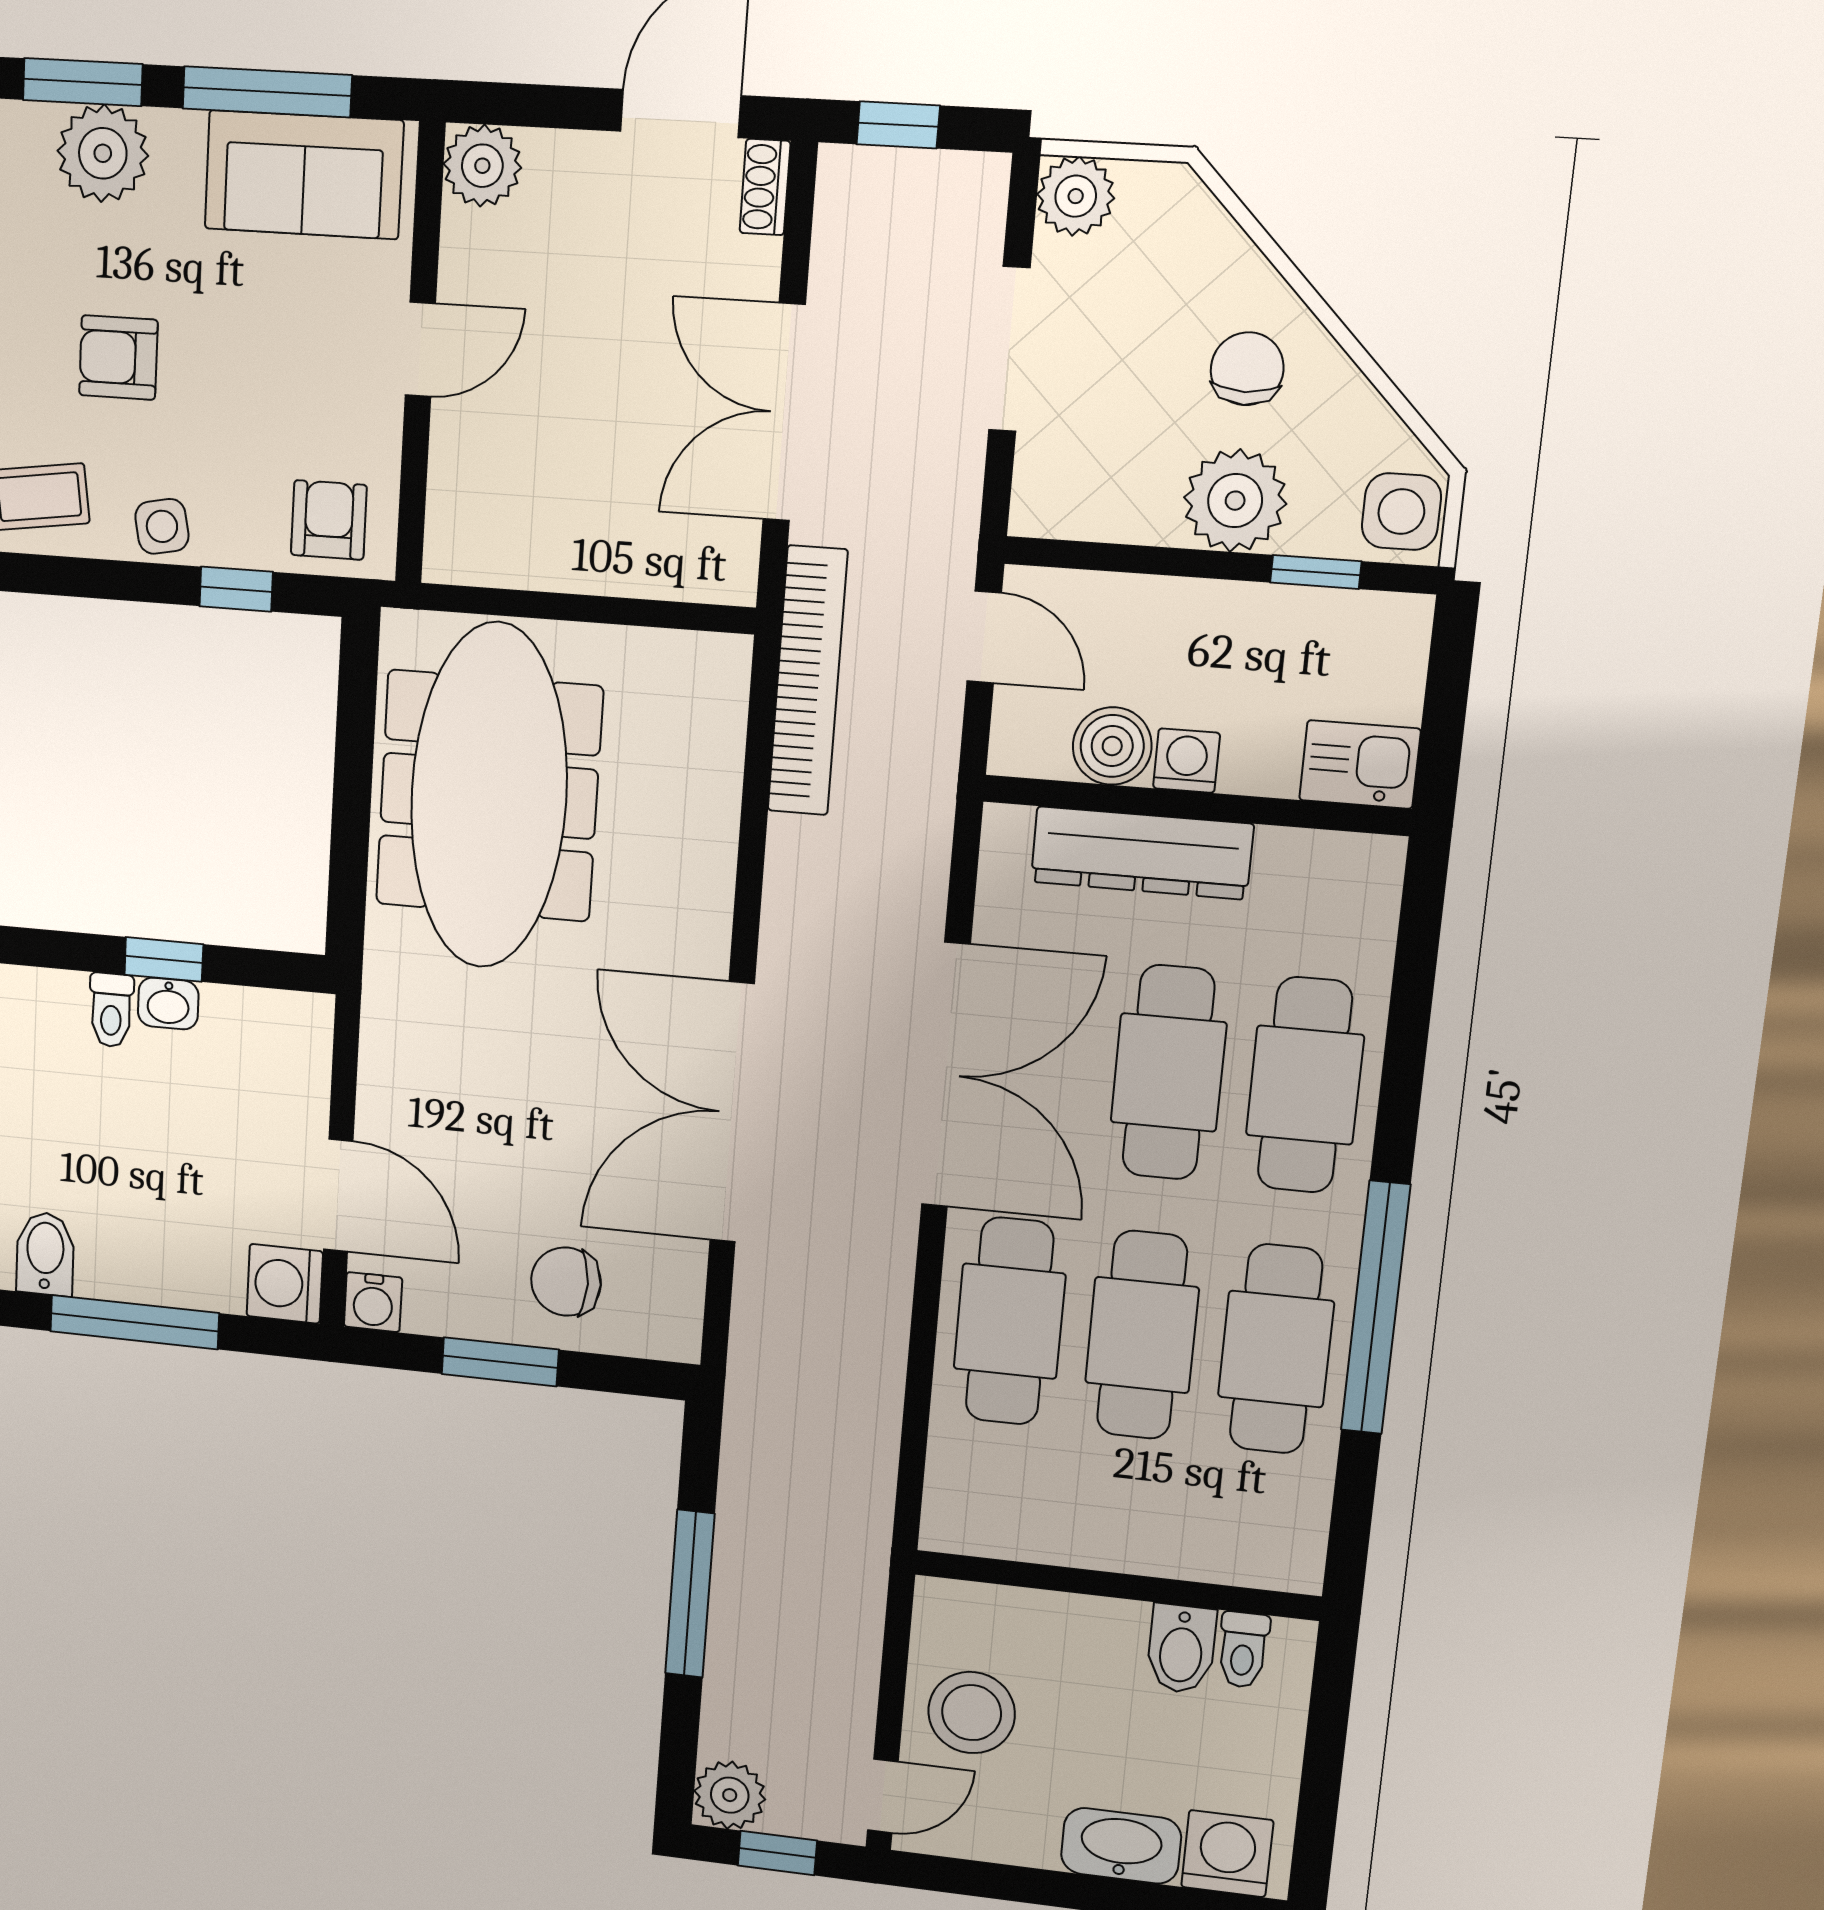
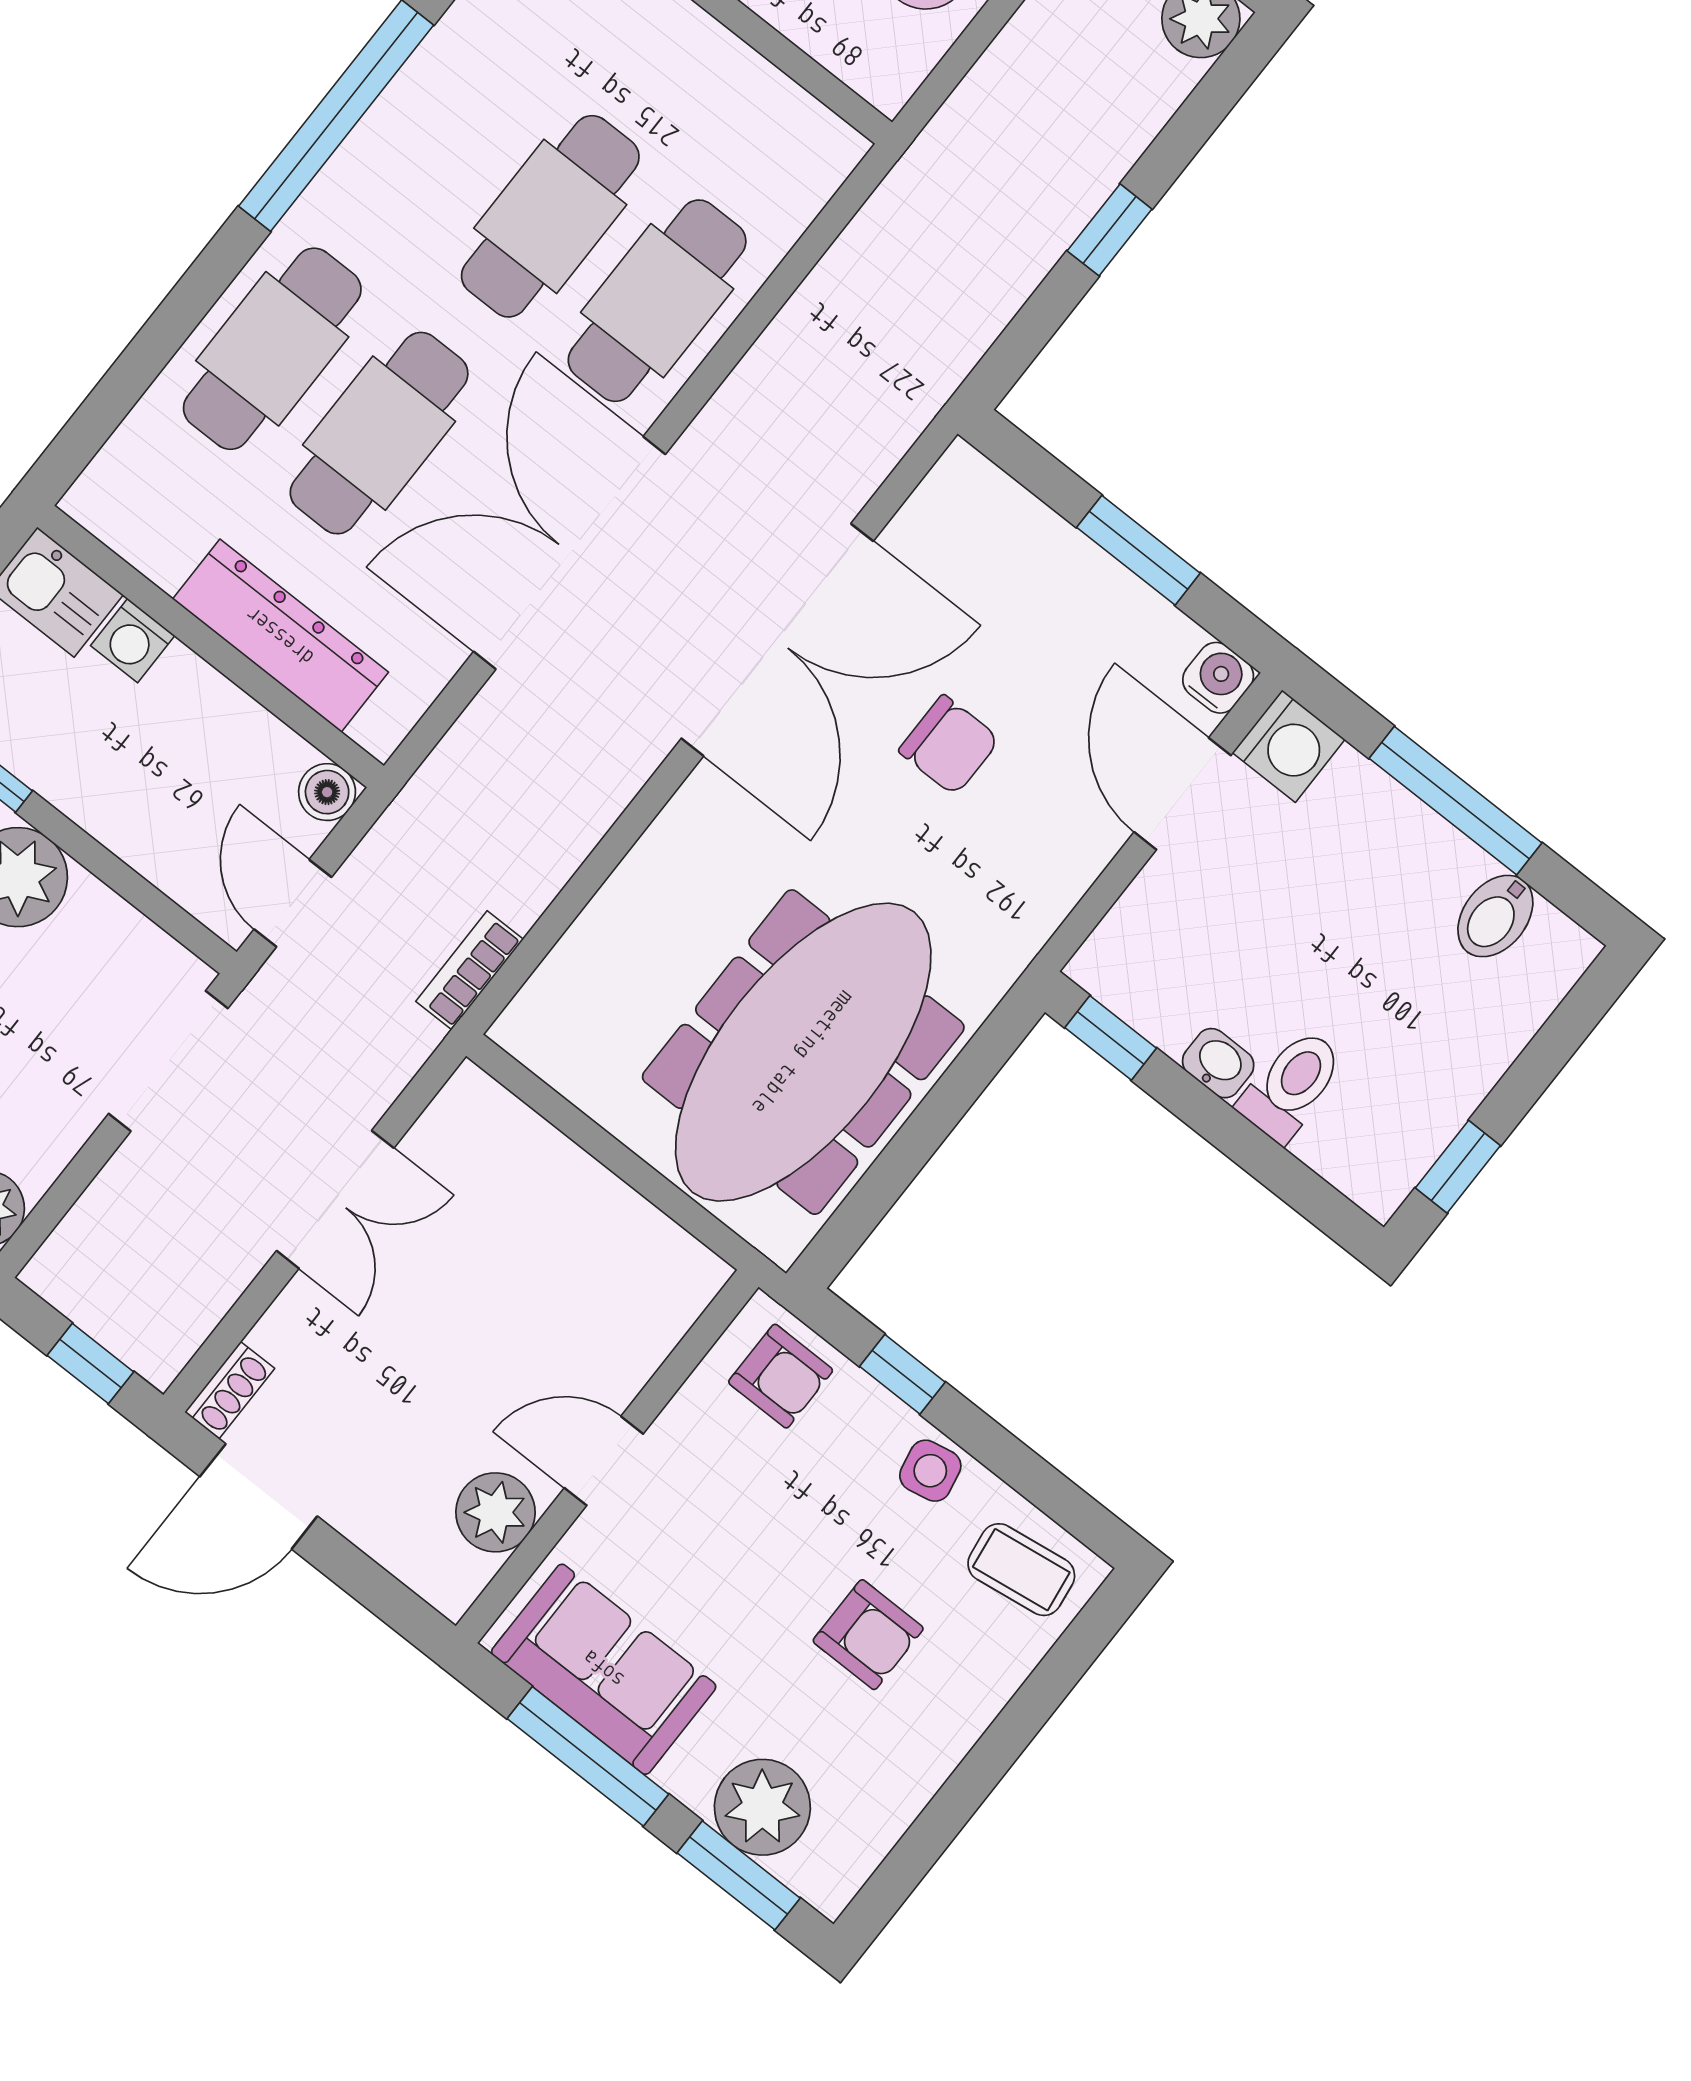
plant: (482, 166) -> (495, 1512), moved
doorway: (1009, 349) -> (168, 1061), moved
double door: (784, 412) -> (335, 1199), width x0.73
armchair: (329, 520) -> (781, 1376), turned -90
bookcase: (808, 681) -> (470, 970), width x0.43, depth x0.76
boiler: (1112, 746) -> (327, 792), moved, width x0.73, depth x0.73
washing machine: (1187, 761) -> (133, 641), moved
window: (164, 959) -> (1111, 1038), moved
toilet: (111, 1010) -> (1291, 1085), width x1.37, depth x1.39
chair: (566, 1282) -> (949, 745), moved
cafe table: (1276, 1349) -> (443, 132), removed
window: (690, 1594) -> (1110, 230), width x0.46

